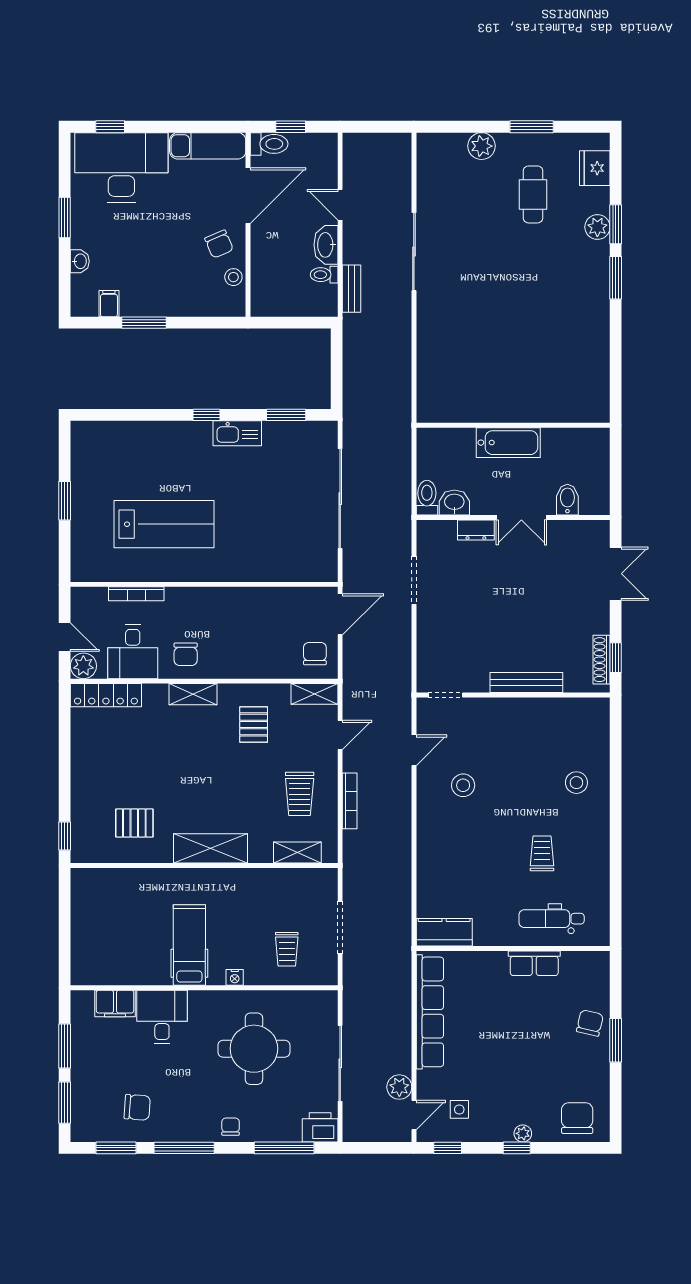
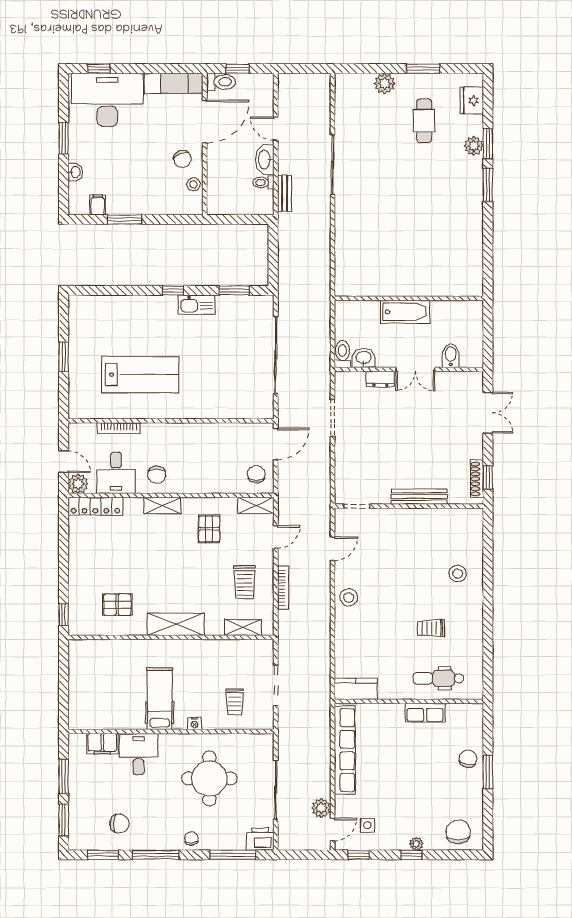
stool: (463, 785) -> (349, 597), moved
trolley: (542, 853) -> (431, 628), turned -90

